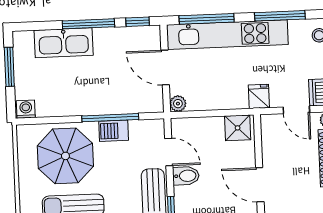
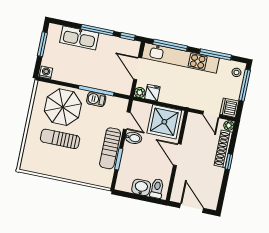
fridge: (259, 96) -> (152, 93), moved
shower: (238, 128) -> (164, 122), width x1.86, depth x1.86

